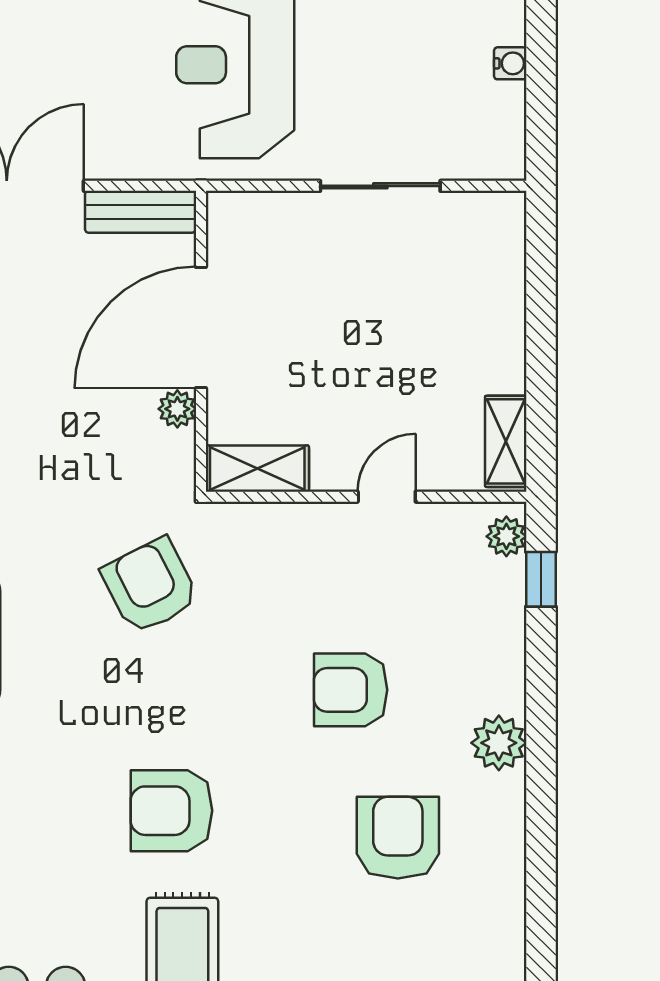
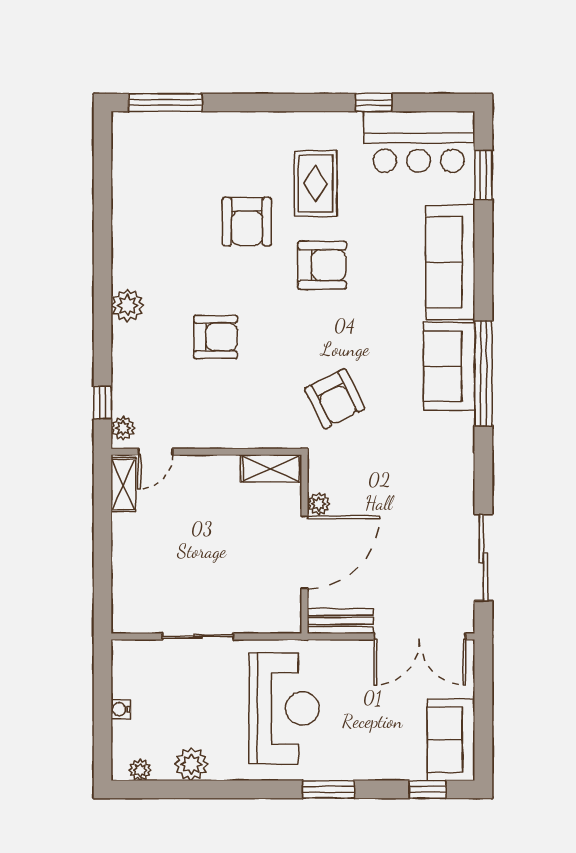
door: (387, 497) -> (155, 452), moved
armchair: (398, 838) -> (247, 222), moved

